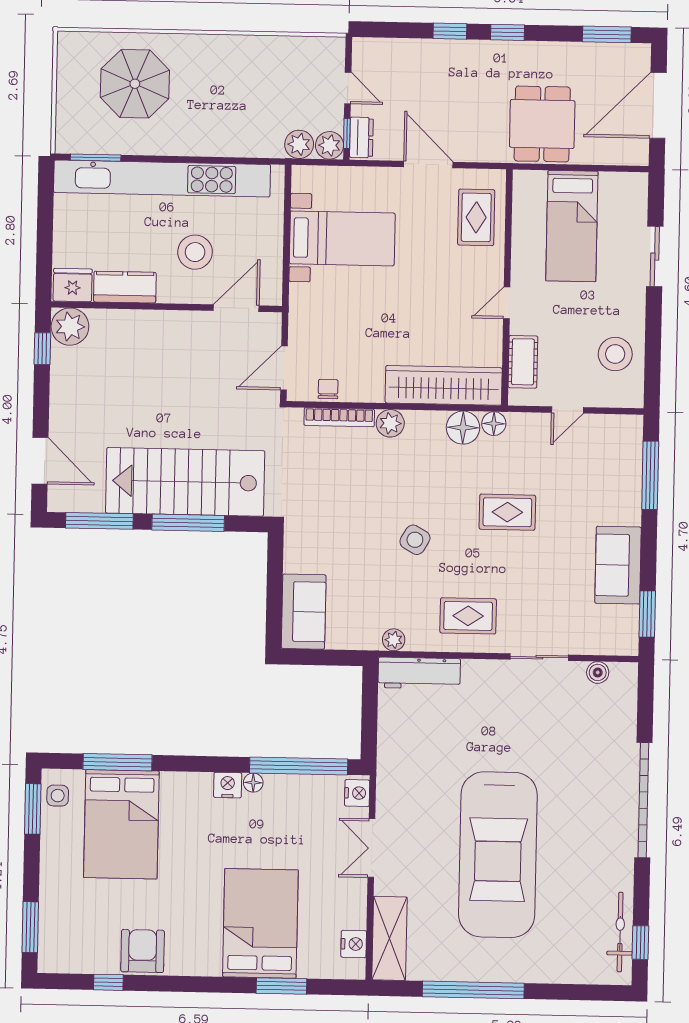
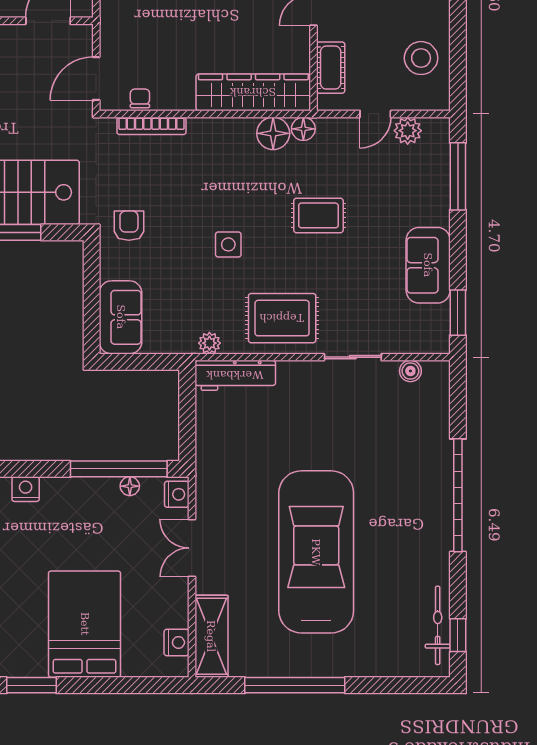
plant: (390, 423) -> (408, 131), moved
armchair: (314, 518) -> (129, 226), added
side table: (415, 540) -> (228, 244), turned -30
rug: (468, 616) -> (282, 318), width x1.36, depth x1.43
floor lamp: (253, 783) -> (130, 486), moved
nightstand: (228, 785) -> (26, 489), moved
car: (498, 855) -> (316, 552), turned 180
window: (281, 986) -> (32, 685), moved

